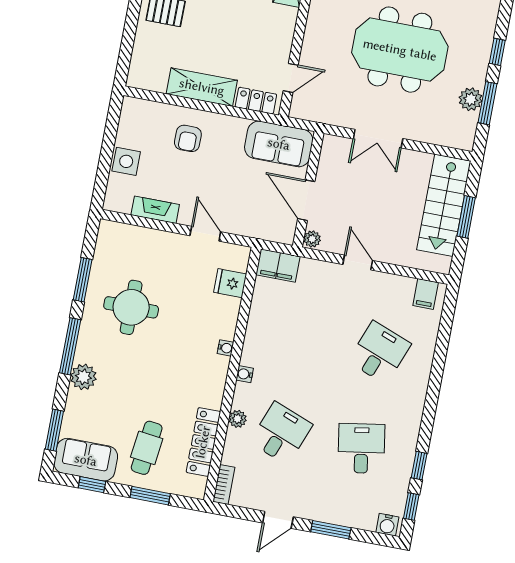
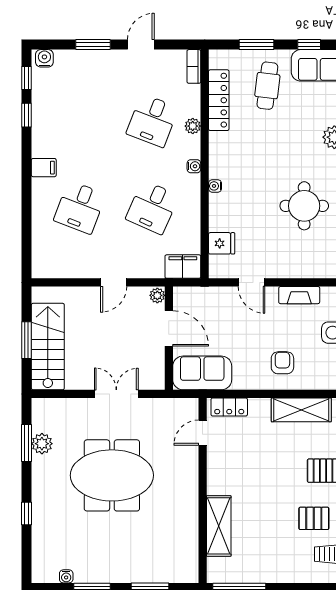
window: (497, 52) -> (26, 514), moved
shelving: (202, 87) -> (301, 410), moved
door: (358, 262) -> (114, 282), hinge flipped
filing cabinet: (426, 294) -> (44, 168), moved, turned 90
desk: (361, 448) -> (152, 207), moved, turned 33

